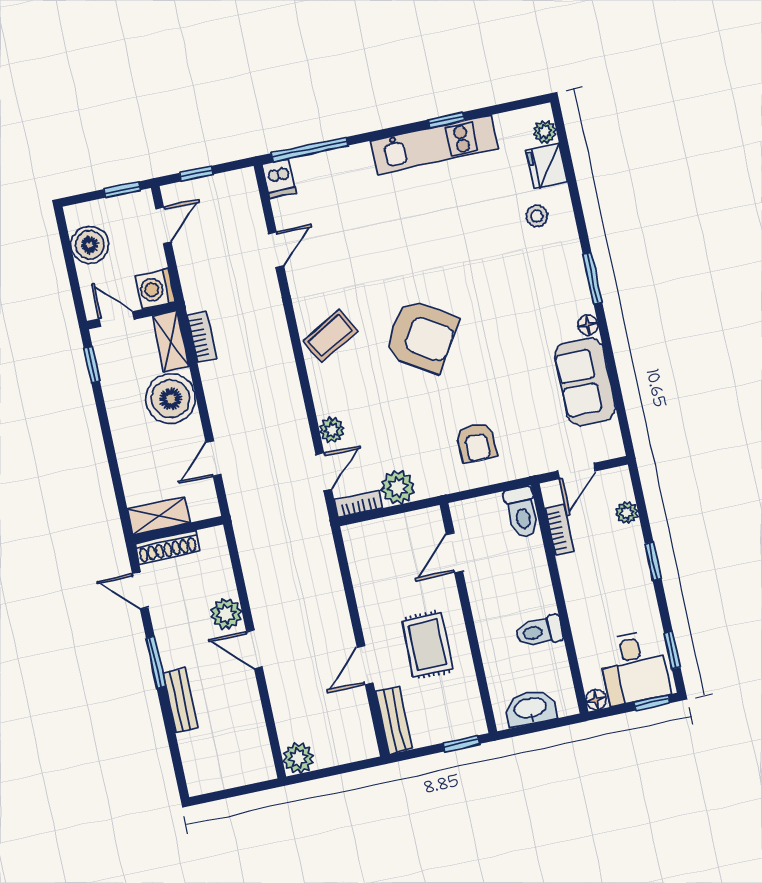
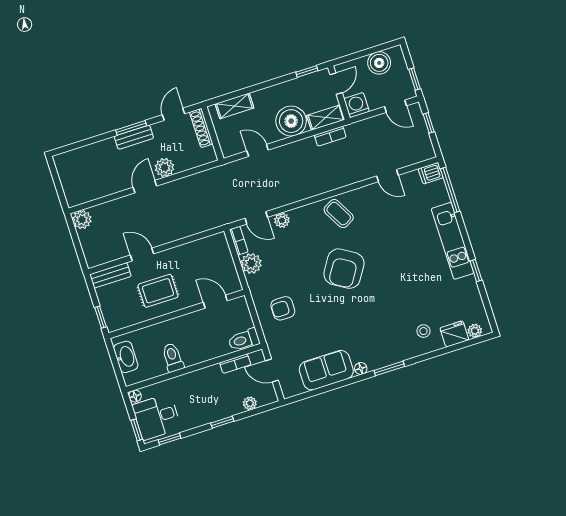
kitchen unit: (434, 145) -> (453, 241), moved
shelving: (159, 516) -> (234, 106), moved, turned 90
bench: (180, 701) -> (134, 137), moved

